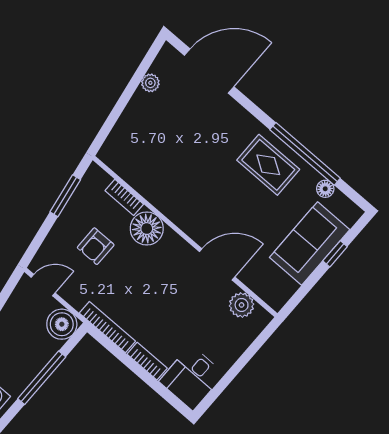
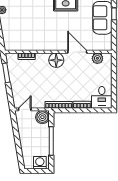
floor lamp: (147, 229) -> (56, 60), moved
armchair: (96, 246) -> (31, 81), removed
door: (217, 264) -> (77, 52), hinge flipped

